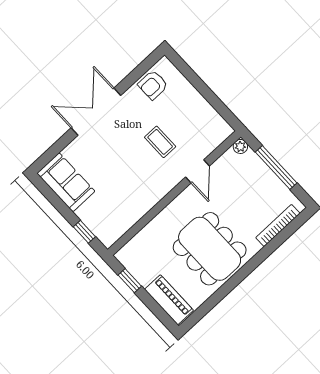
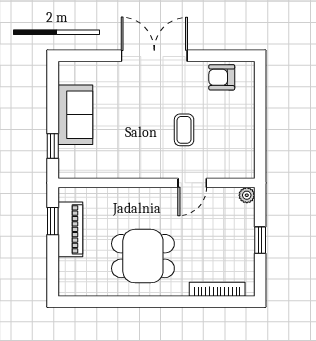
window: (276, 168) -> (260, 240), width x0.46
sofa: (66, 182) -> (75, 115), moved
dining table: (210, 249) -> (143, 256), width x0.73
piano: (169, 300) -> (70, 229), moved

